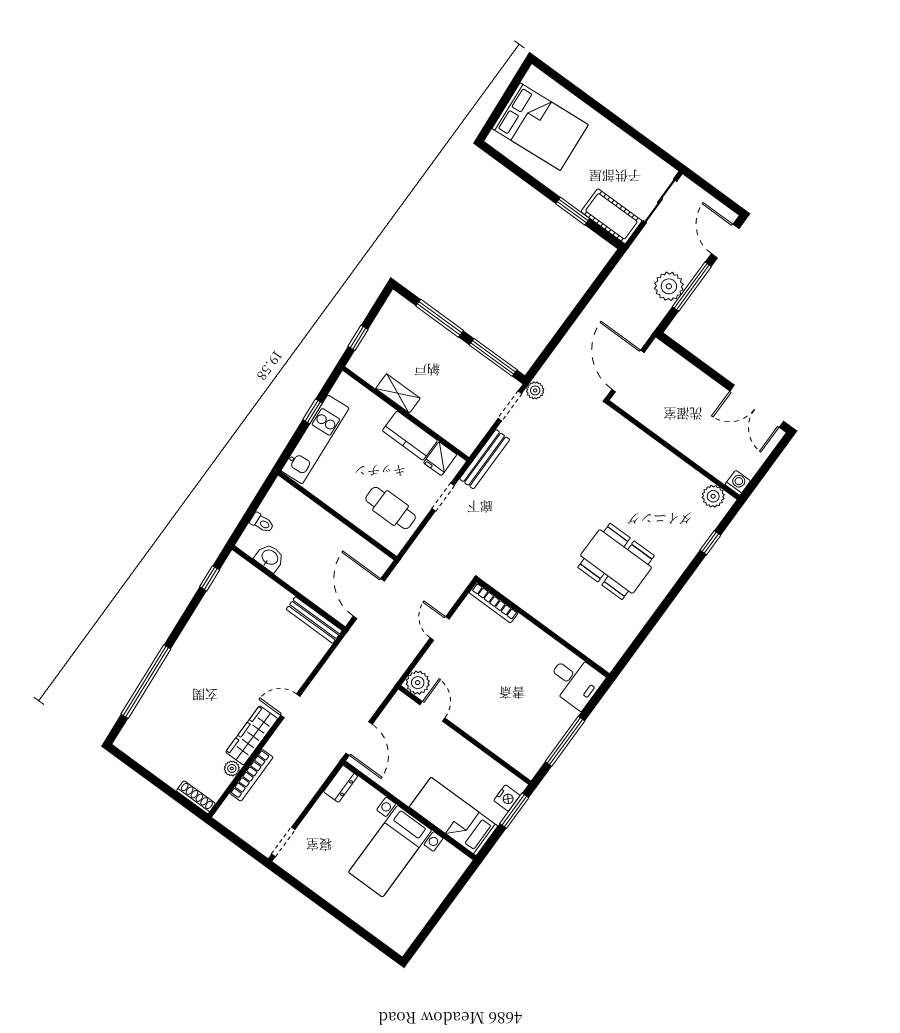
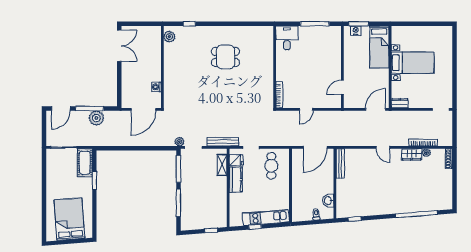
shelving: (398, 393) -> (222, 165), moved
washing machine: (738, 483) -> (156, 87), moved
dining table: (616, 561) -> (225, 57), width x0.73
plant: (418, 683) -> (335, 102), removed
wardrobe: (252, 735) -> (412, 154), width x0.67

